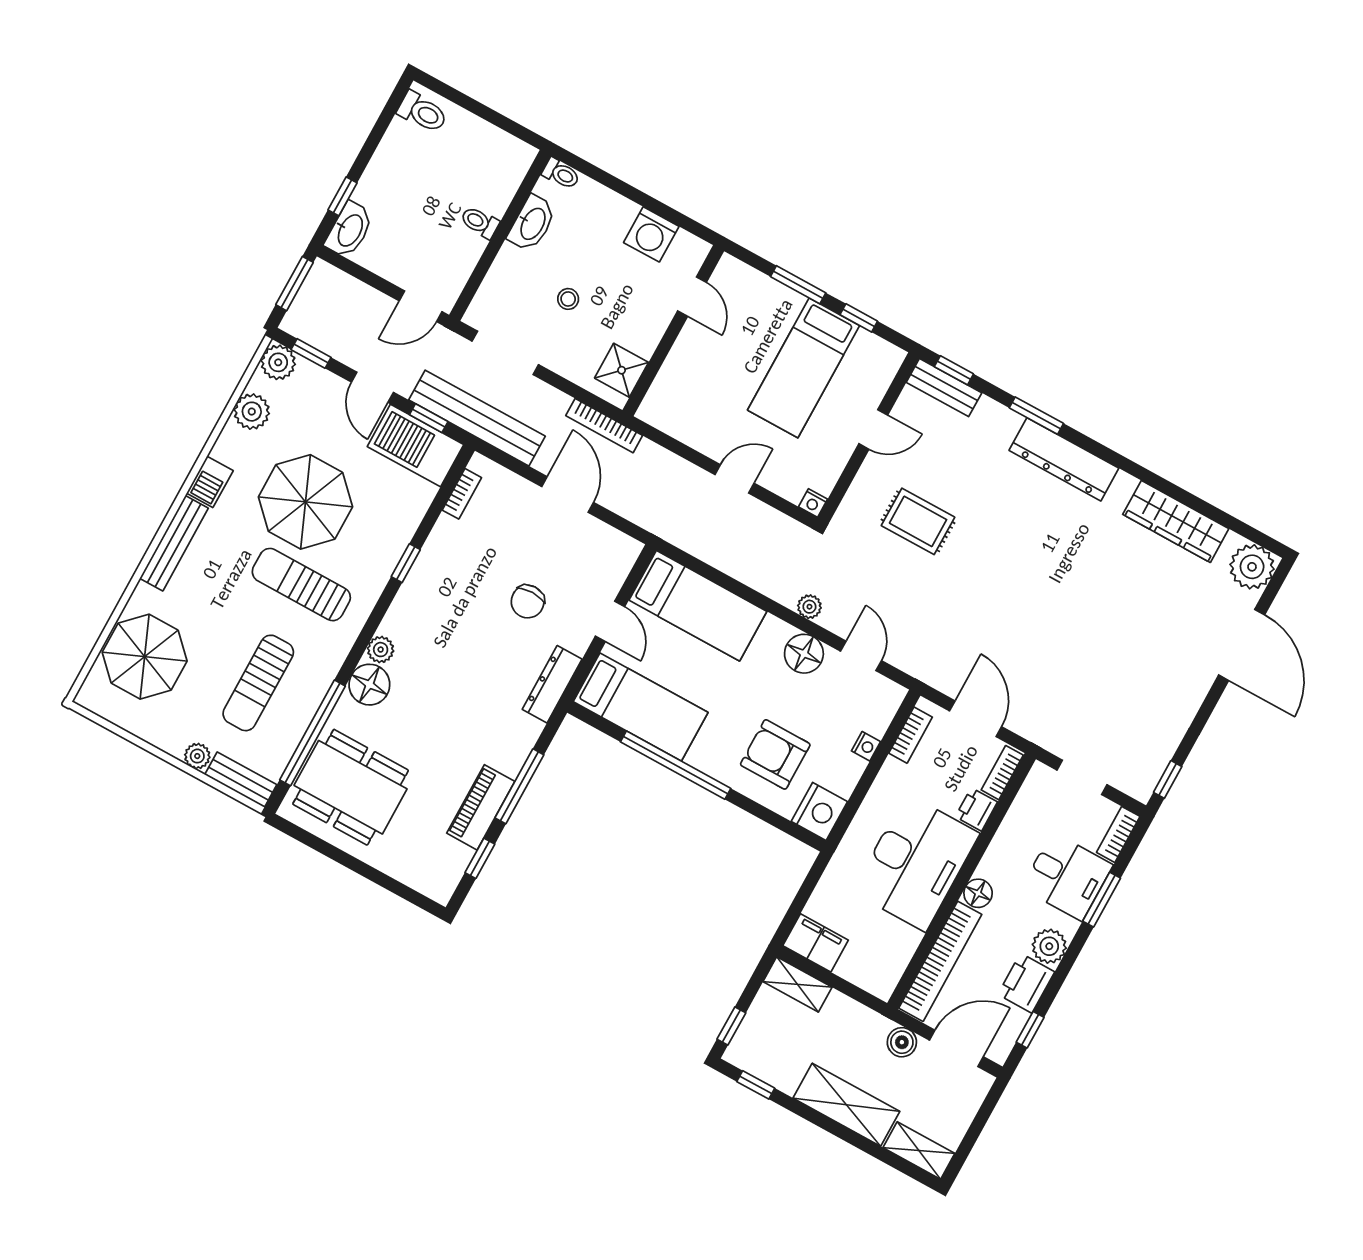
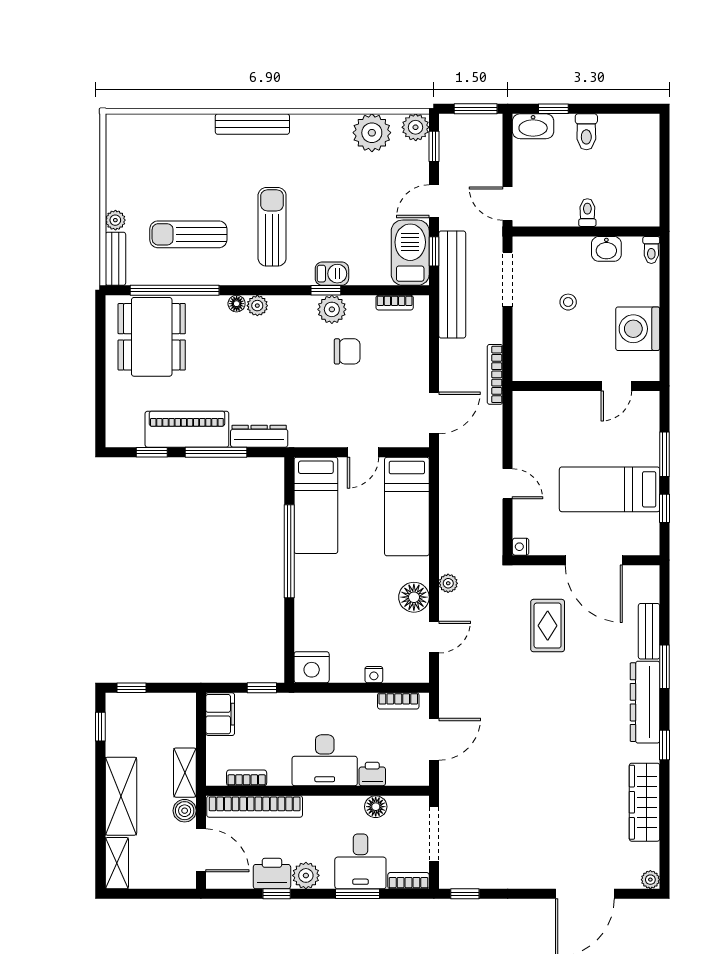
toilet: (422, 112) -> (586, 132), moved
washbasin: (532, 223) -> (606, 249), width x0.72
washing machine: (651, 234) -> (638, 329), width x1.37, depth x1.37
shower: (622, 370) -> (539, 365), removed
window: (954, 370) -> (665, 745), moved
bench: (944, 388) -> (649, 631), moved
plant: (252, 412) -> (372, 133), width x1.36, depth x1.36
door: (873, 429) -> (594, 560), width x1.88
barbecue: (210, 482) -> (332, 274), moved, turned 180
door: (568, 495) -> (434, 413), moved
parasol: (305, 502) -> (330, 199), removed
plant: (1252, 567) -> (650, 880), width x0.53, depth x0.53
plant: (431, 568) -> (332, 309), added
chair: (528, 602) -> (347, 351), moved, turned 180
parasol: (145, 657) -> (164, 147), removed
dresser: (552, 684) -> (259, 436), moved
floor lamp: (369, 685) -> (237, 304), width x0.53, depth x0.53
armchair: (775, 754) -> (334, 616), removed
bookcase: (1002, 773) -> (247, 778), moved
doorway: (1082, 777) -> (434, 834), width x1.38
piano: (481, 807) -> (187, 429), width x1.37, depth x1.33
desk: (916, 863) -> (325, 760), width x0.73, depth x0.77
window: (812, 880) -> (262, 688), added
floor lamp: (978, 893) -> (376, 807), moved
shelving: (798, 984) -> (185, 773), moved
window: (1030, 1030) -> (277, 894), moved

